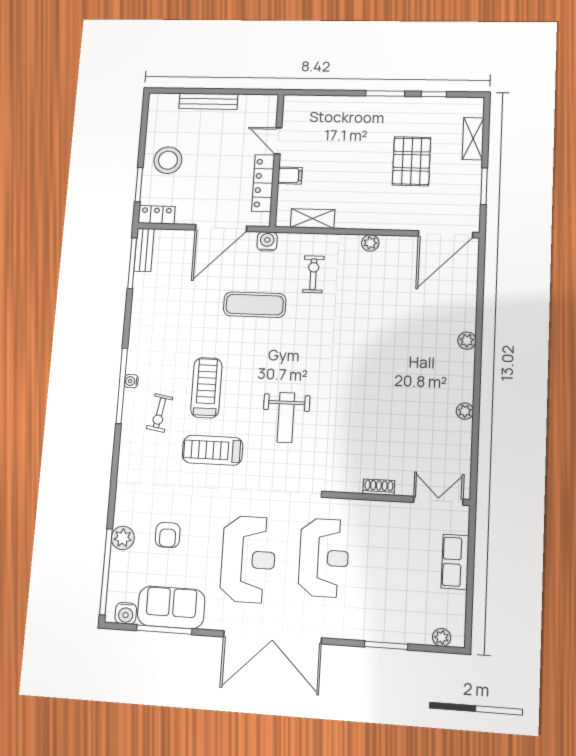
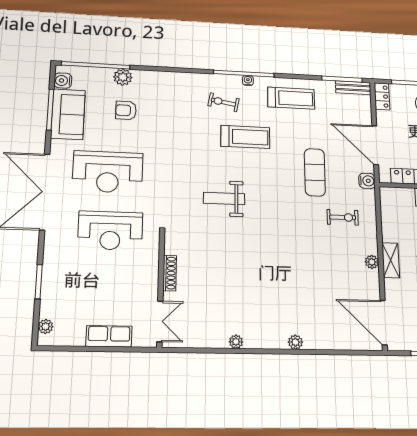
shelving: (313, 219) -> (391, 260), moved
treadmill: (213, 450) -> (291, 98), moved, turned 90
shoe rack: (379, 487) -> (170, 273), width x1.43

